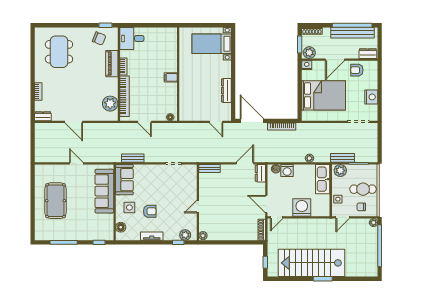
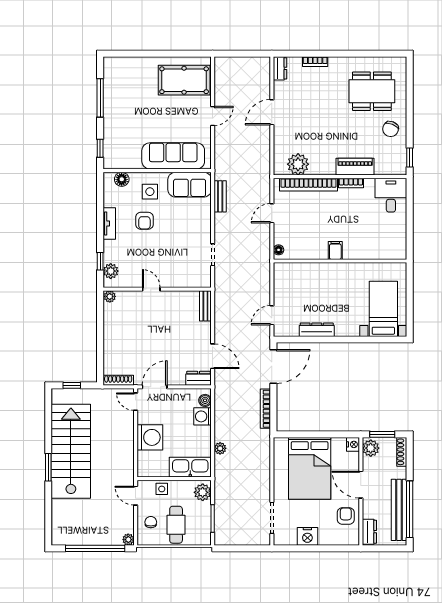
chair: (99, 38) -> (391, 129), moved
bench: (343, 158) -> (221, 495), removed
pool table: (56, 201) -> (184, 80), moved

